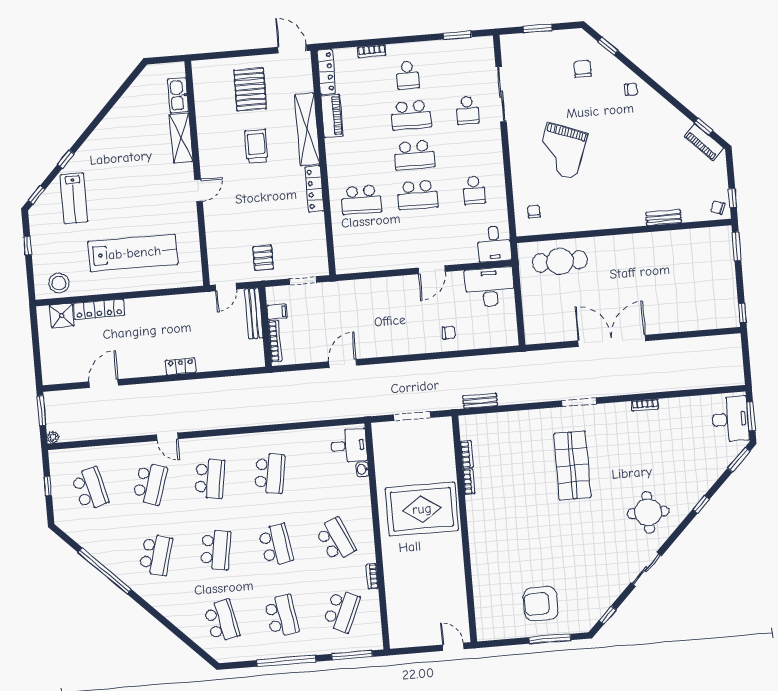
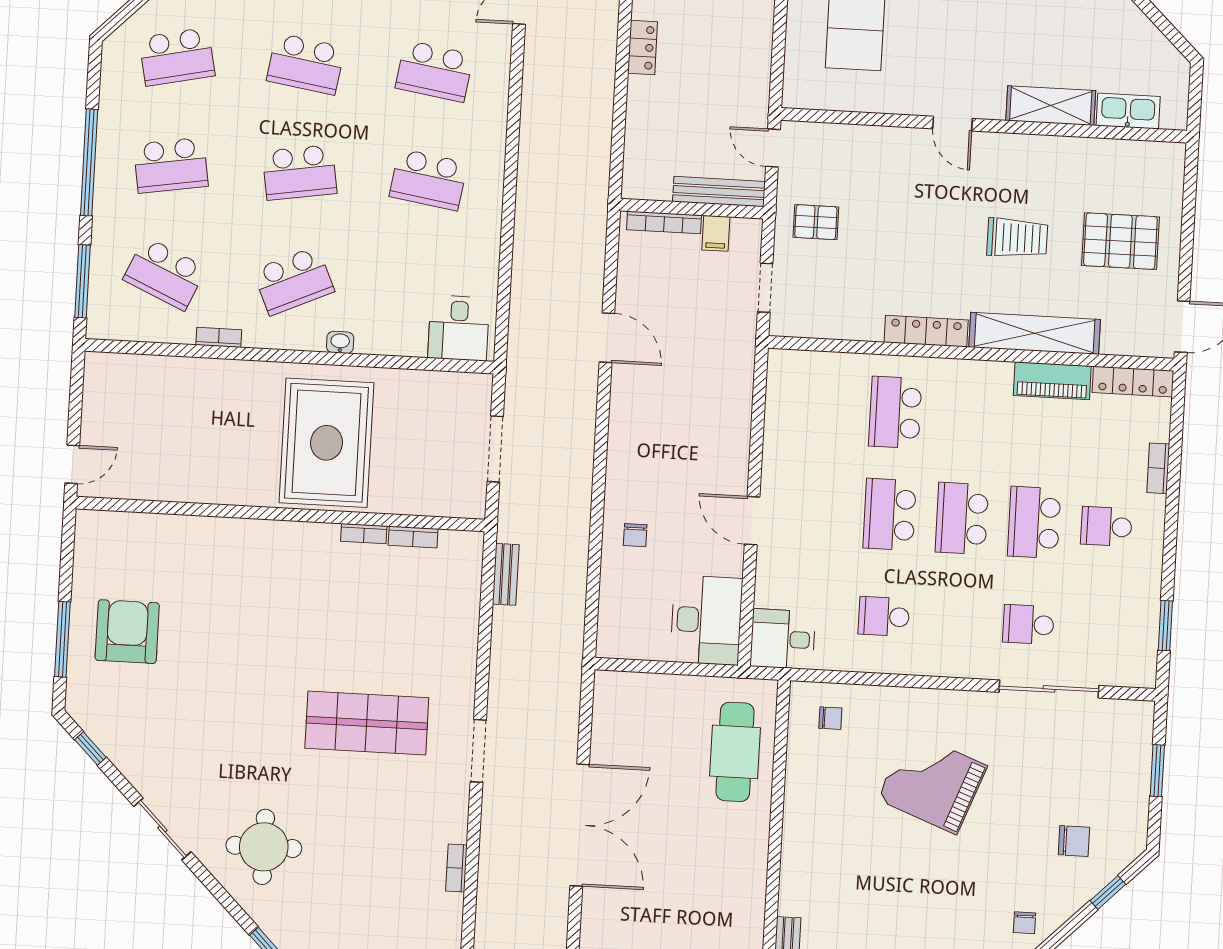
washbasin: (362, 469) -> (340, 342), moved

